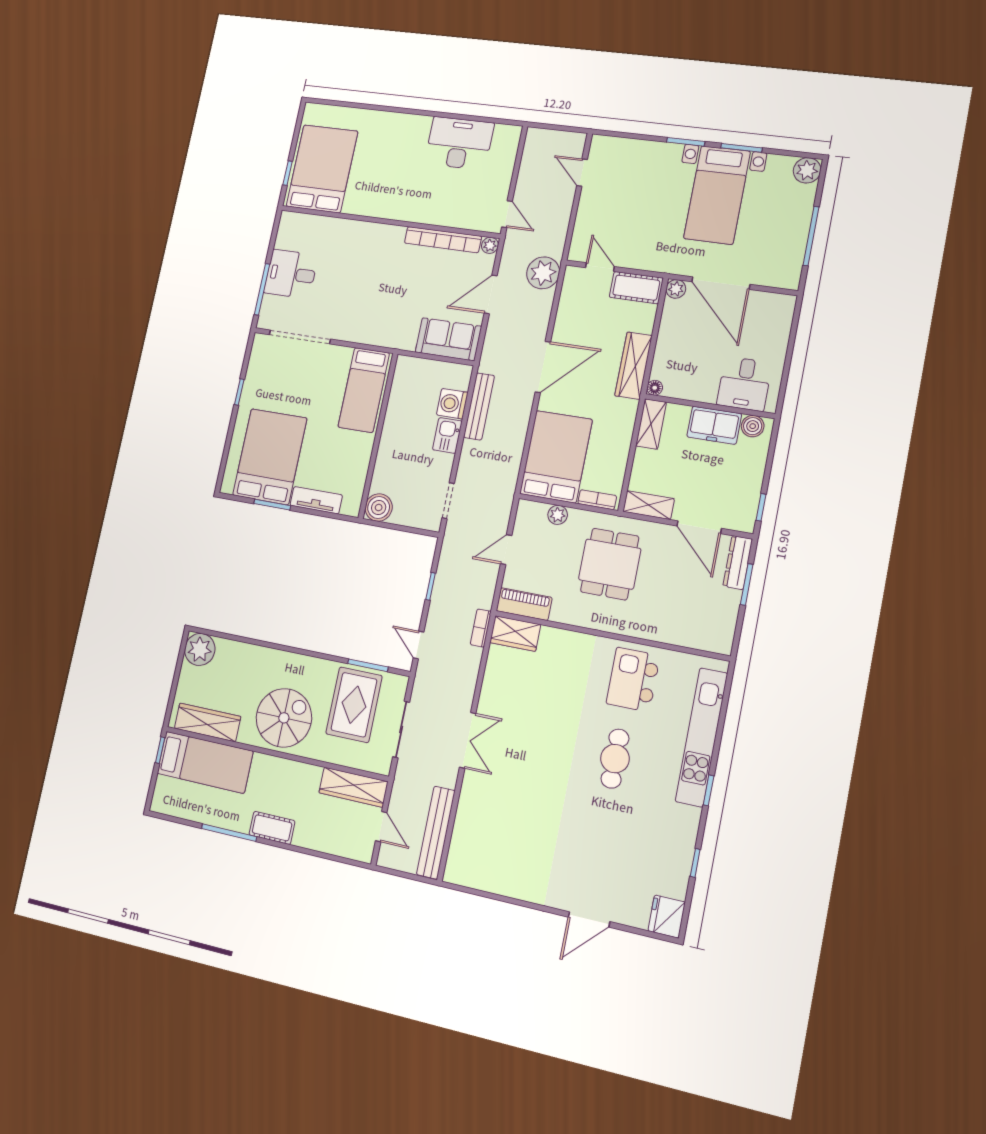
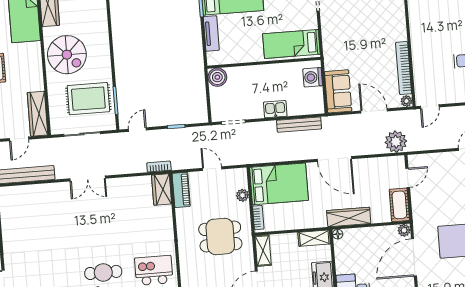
washing machine: (452, 404) -> (313, 77), moved, turned -90

